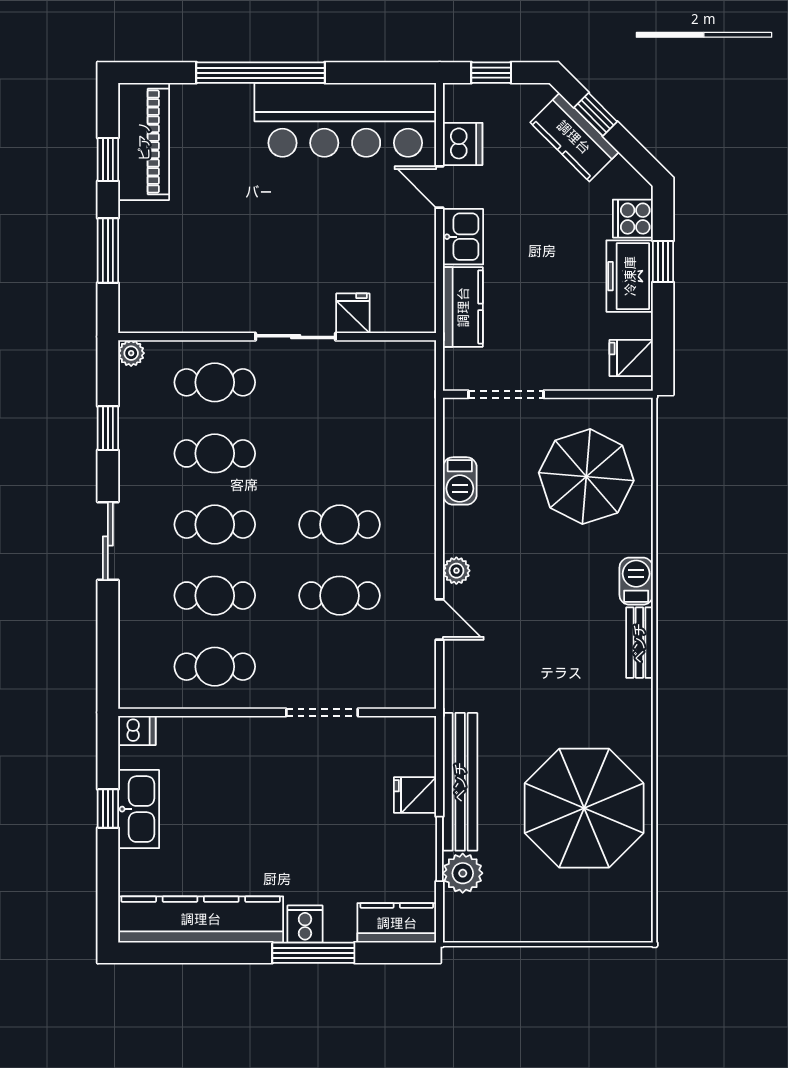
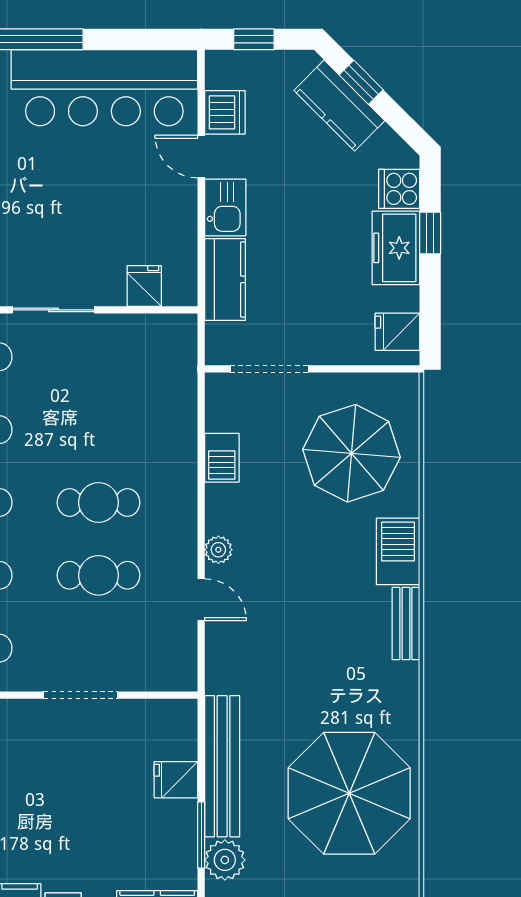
fridge: (353, 313) -> (144, 286), moved
barbecue: (636, 581) -> (398, 551), width x1.38, depth x1.27

